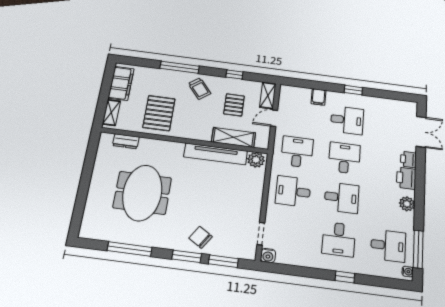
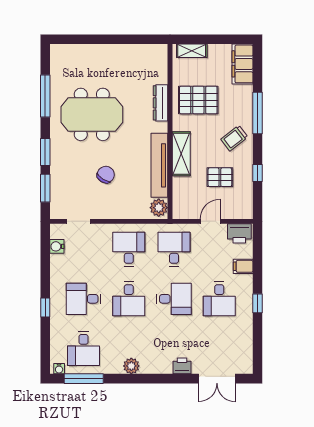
filing cabinet: (121, 83) -> (242, 64), moved, turned 90
shelving: (268, 95) -> (237, 212), removed
door: (274, 118) -> (210, 221), hinge flipped
shelving: (233, 137) -> (181, 154), moved
dresser: (126, 141) -> (160, 103), moved, width x1.44
desk: (297, 152) -> (174, 249), turned -90
printer: (406, 178) -> (239, 233), moved, turned 180
meeting table: (142, 193) -> (92, 114), moved
chair: (201, 237) -> (106, 175), moved
water cooler: (268, 255) -> (57, 246), moved

